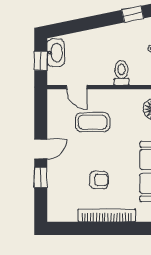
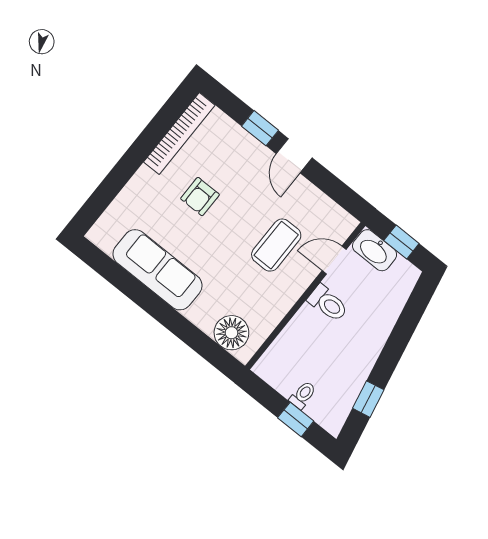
washbasin: (56, 53) -> (375, 250), moved
toilet: (121, 73) -> (328, 303), moved
bookcase: (107, 215) -> (179, 134), moved

